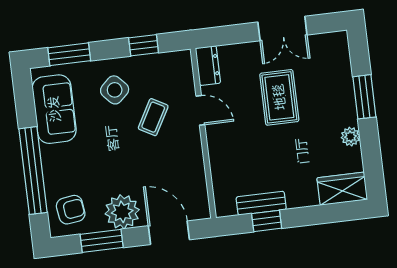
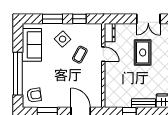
window: (69, 54) -> (52, 19), moved
bench: (261, 203) -> (143, 103), moved
plant: (122, 212) -> (59, 99), removed

